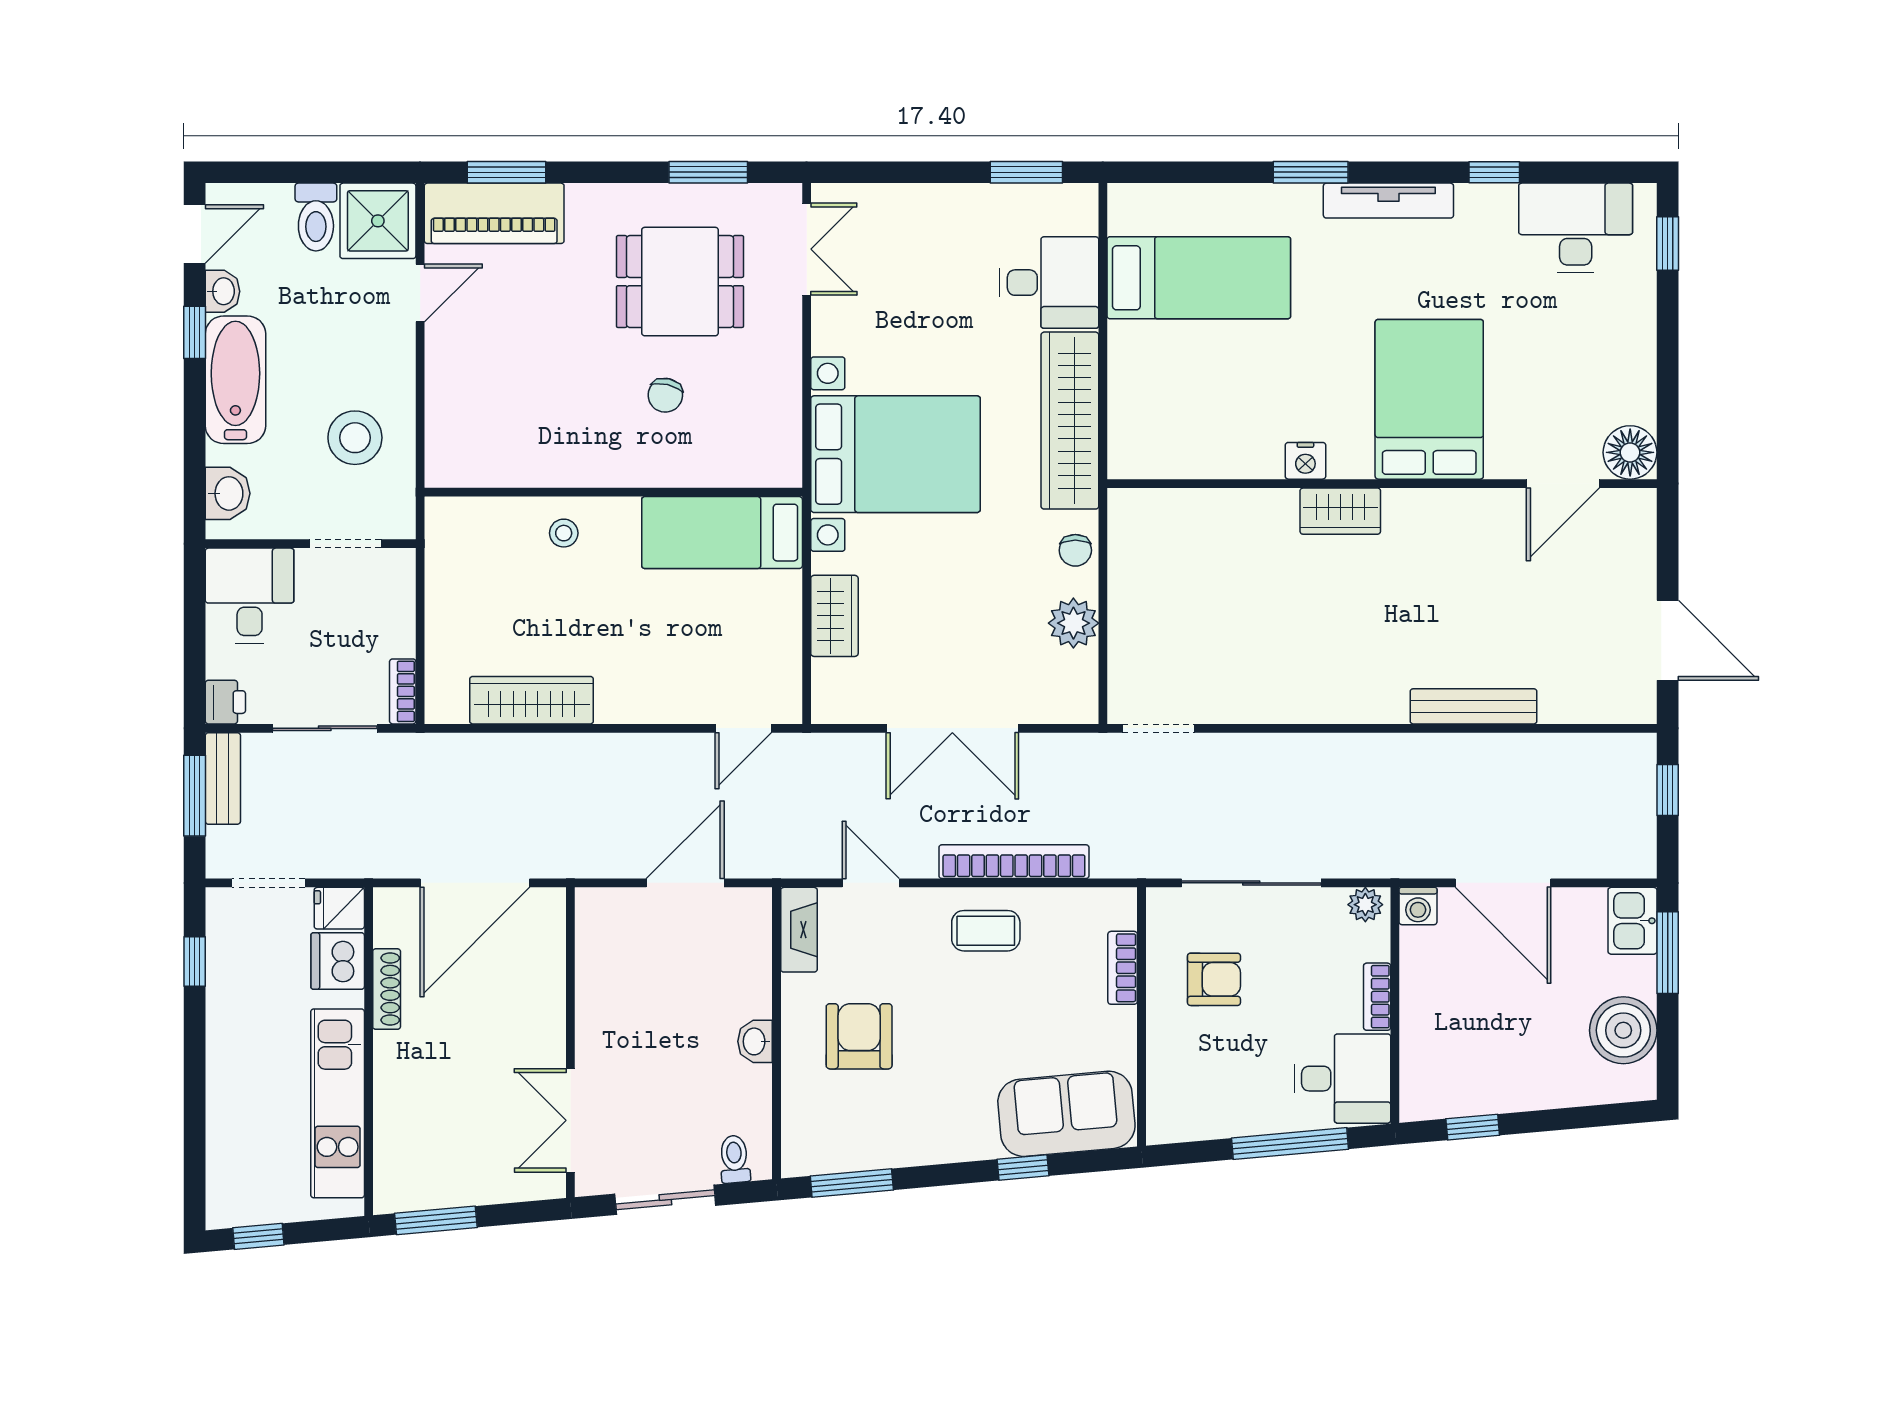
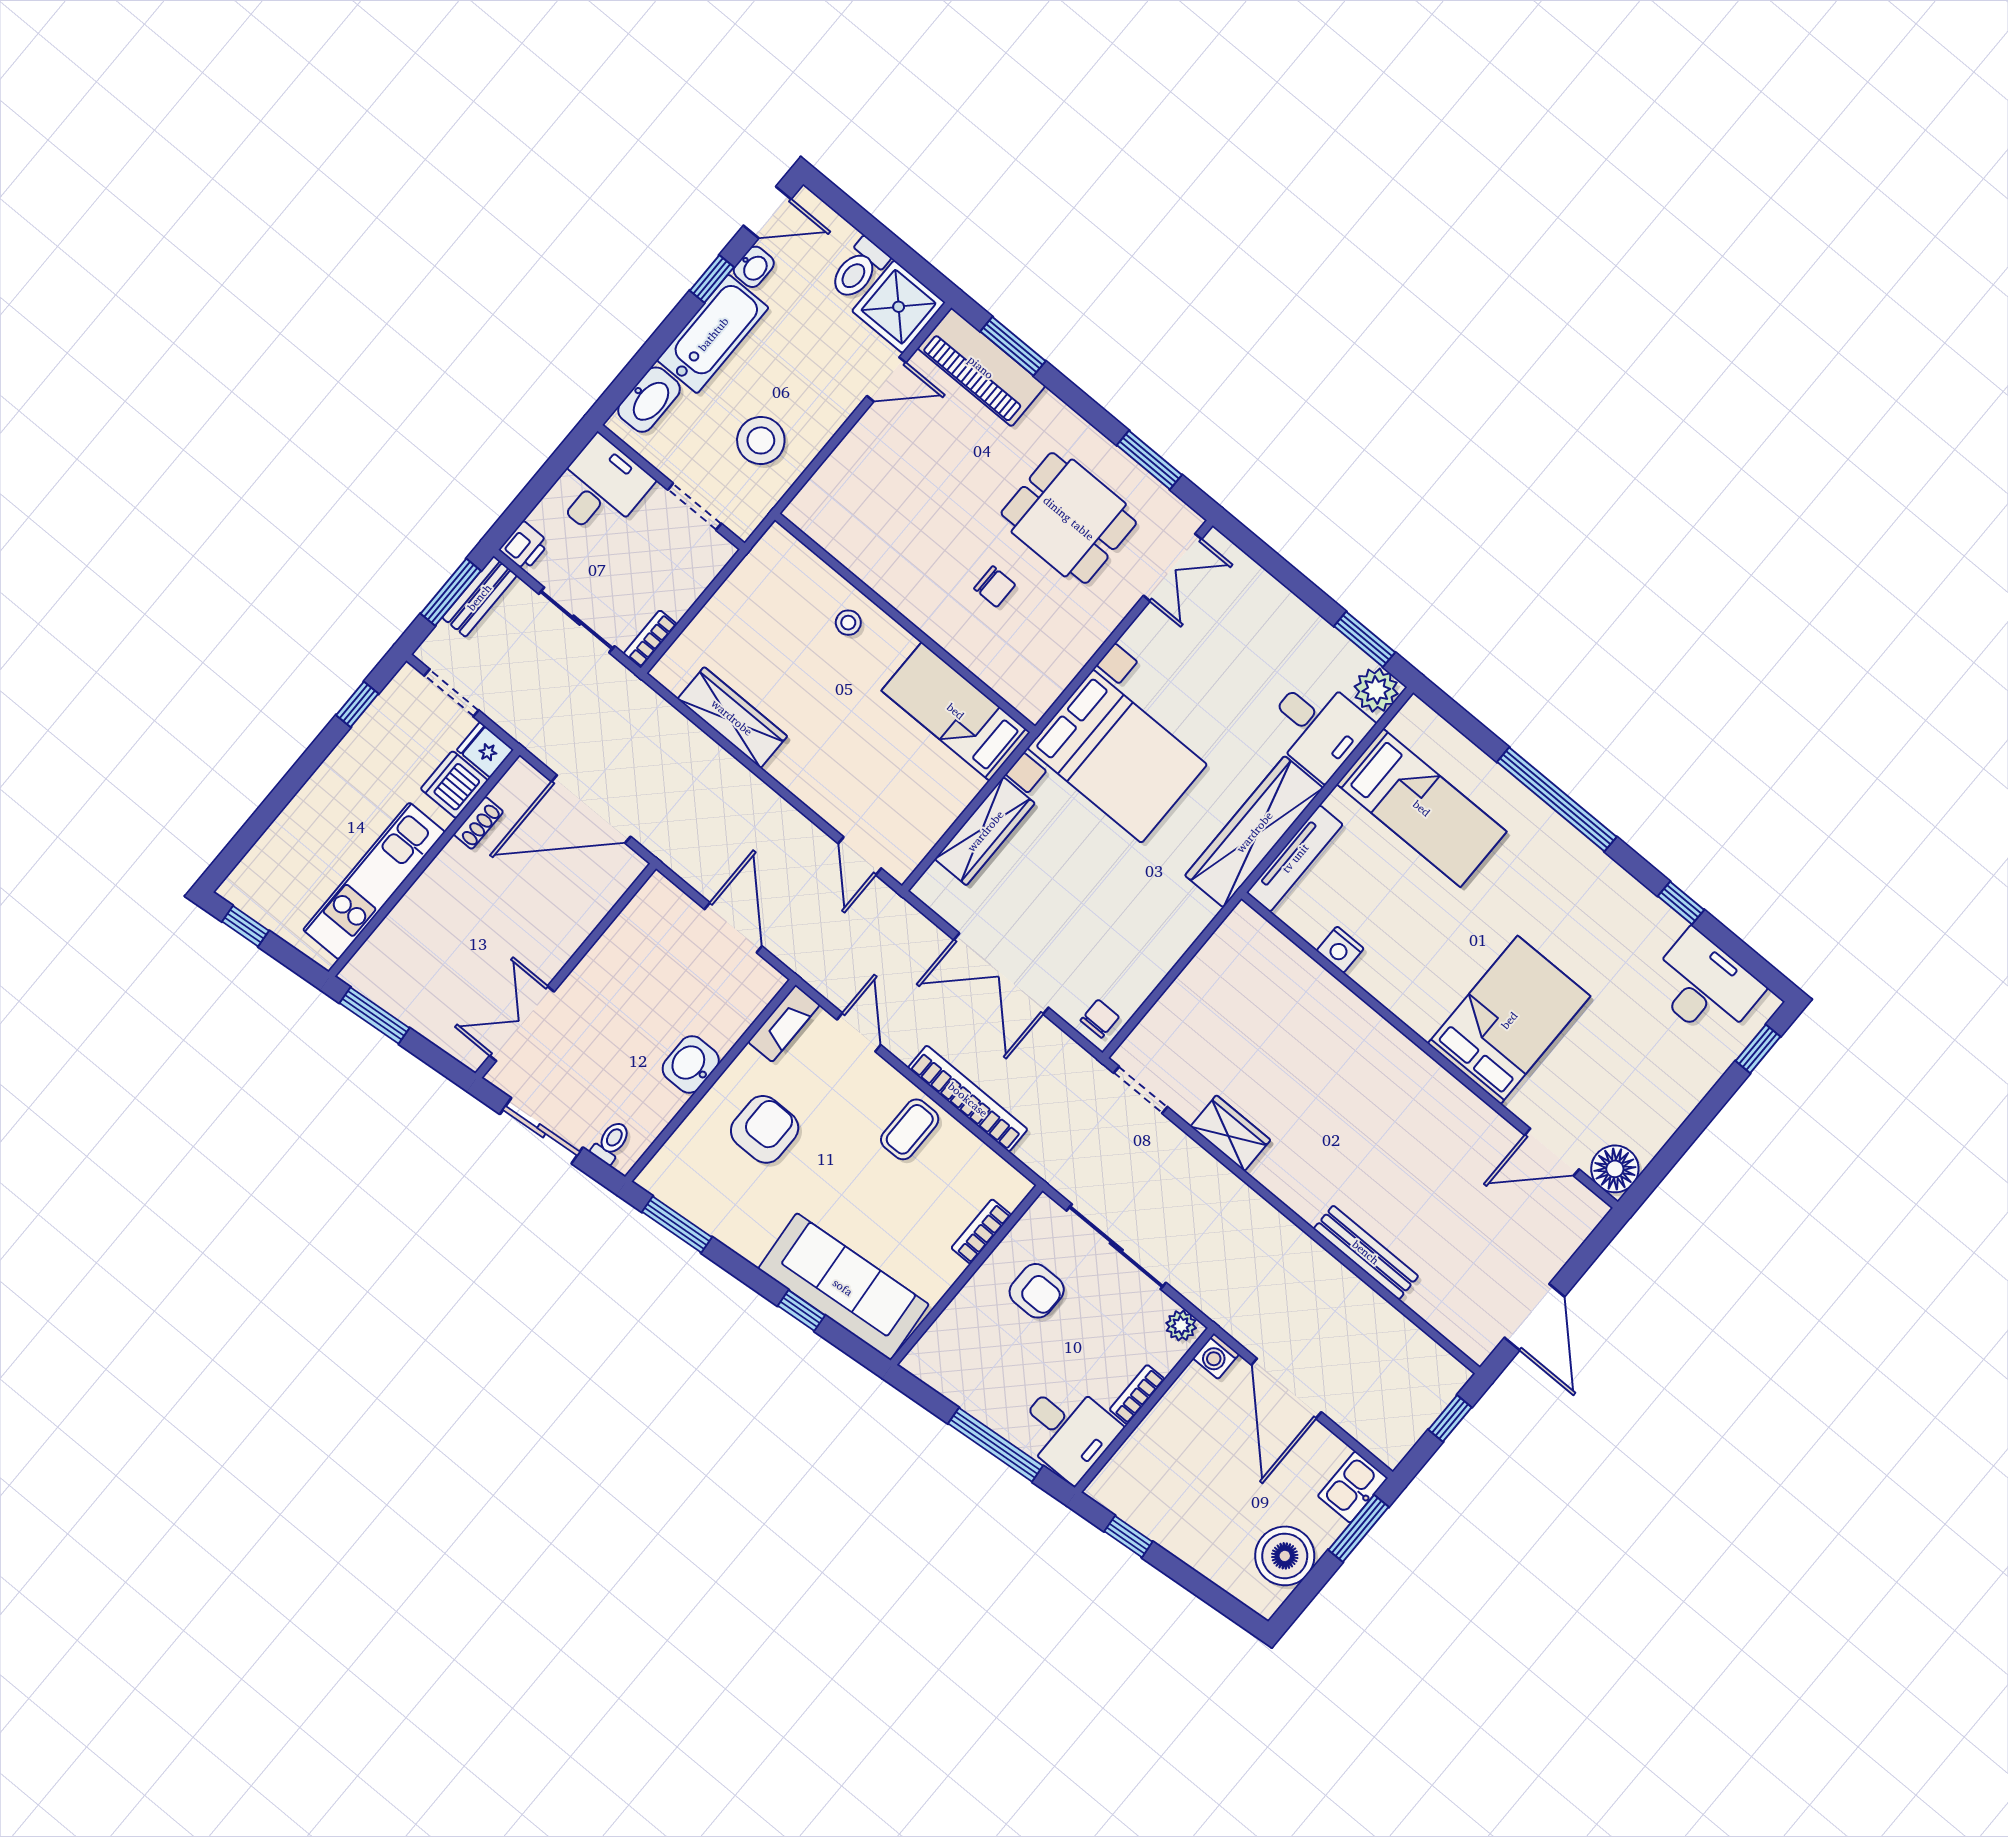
window: (1311, 172) -> (1557, 799), width x2.11
tv unit: (1388, 201) -> (1295, 858), moved, turned -90
chair: (665, 395) -> (995, 587), turned -103
nightstand: (1305, 461) -> (1340, 950), moved
washbasin: (228, 493) -> (649, 400), width x1.38
wardrobe: (1340, 511) -> (1230, 1133), moved, turned 180
chair: (1075, 550) -> (1100, 1019), moved, turned 180
wardrobe: (834, 616) -> (985, 831), width x1.50
plant: (1073, 623) -> (1376, 690), moved
door: (743, 728) -> (860, 856), hinge flipped
door: (685, 883) -> (733, 928), hinge flipped
coffee table: (986, 931) -> (910, 1129), turned 90
shoe rack: (387, 989) -> (478, 823), width x0.70
washbasin: (755, 1041) -> (691, 1064), width x1.38, depth x1.45
sofa: (1066, 1114) -> (843, 1287), width x1.36

